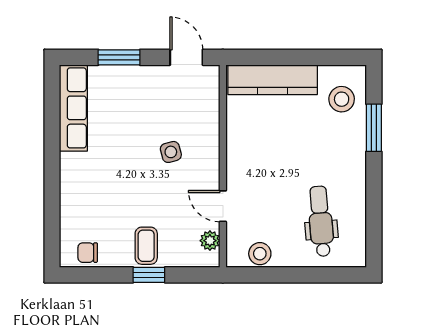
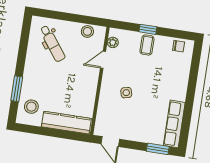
window: (119, 57) -> (158, 149), moved
door: (223, 206) -> (103, 60), swing flipped
dental chair: (321, 221) -> (52, 44), turned -32

